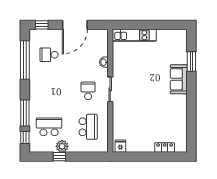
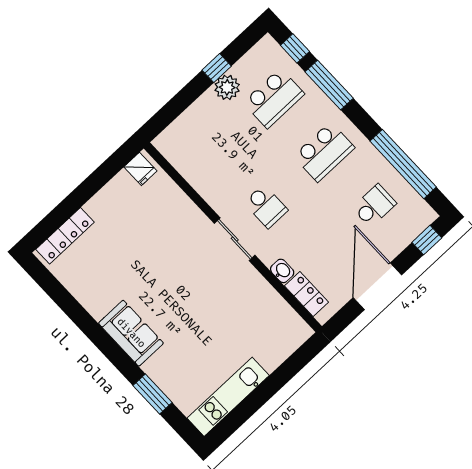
kitchen unit: (134, 35) -> (228, 397), moved
locker: (103, 46) -> (306, 294), added
sofa: (179, 79) -> (131, 333), moved
school desk: (88, 127) -> (324, 152), moved, turned -90
locker: (165, 147) -> (65, 236), width x1.53

